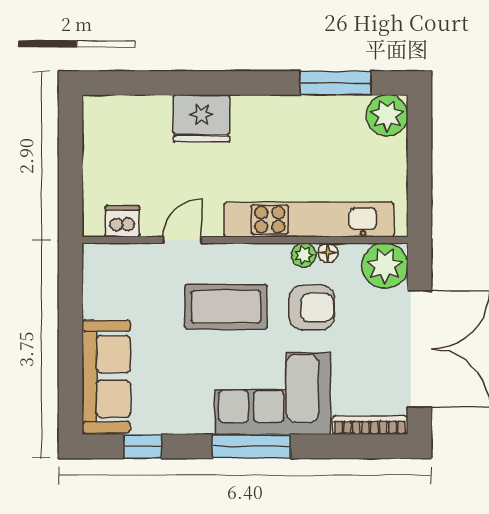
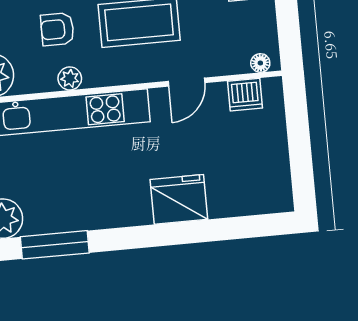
floor lamp: (328, 253) -> (260, 63), moved
armchair: (312, 308) -> (57, 29), width x0.72, depth x0.72

